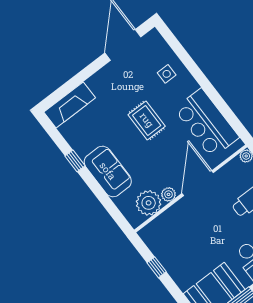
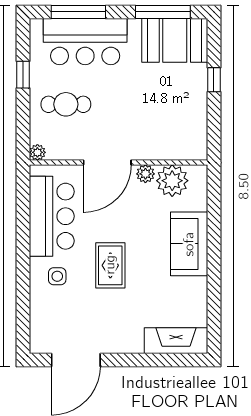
side table: (167, 74) -> (57, 276), moved
window: (75, 161) -> (214, 280), removed
window: (157, 267) -> (214, 80), moved

